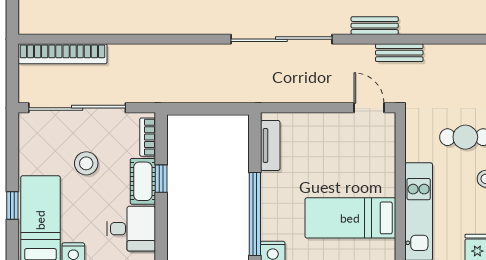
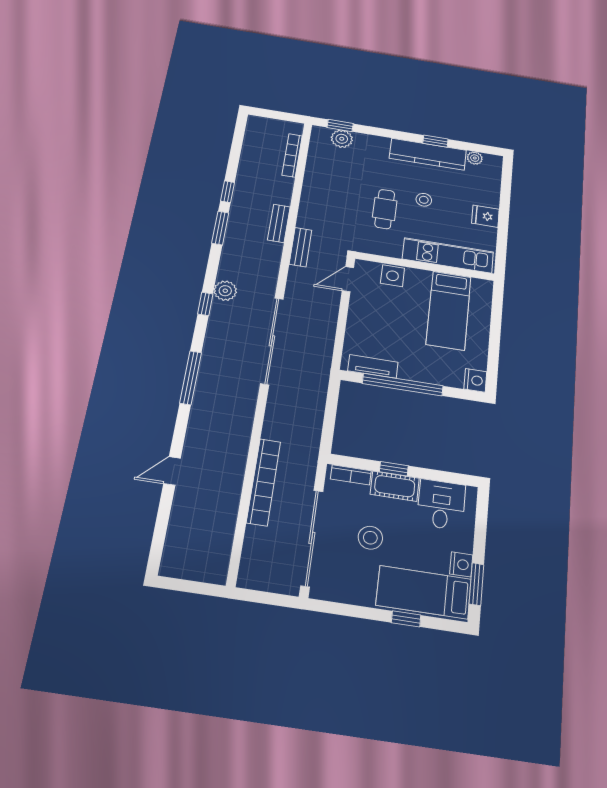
bench: (375, 26) -> (279, 223), moved
bookcase: (62, 54) -> (264, 482), moved
side table: (382, 154) -> (393, 276), added
window: (255, 214) -> (403, 385), moved

